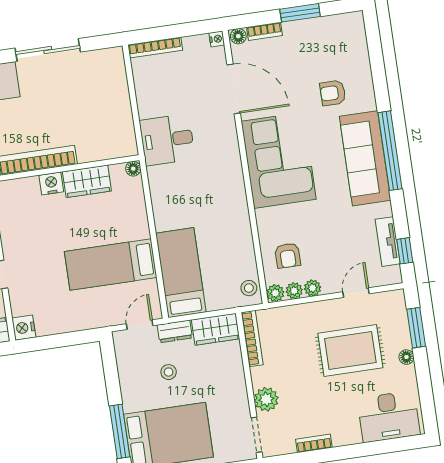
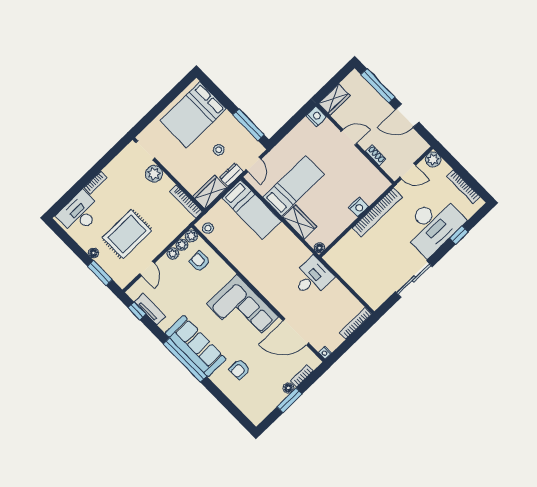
floor lamp: (238, 36) -> (288, 388), moved
armchair: (333, 93) -> (240, 369), turned 180
wardrobe: (87, 181) -> (300, 222), moved, turned 90
window: (120, 431) -> (248, 125), moved
bookcase: (314, 443) -> (95, 183), moved

